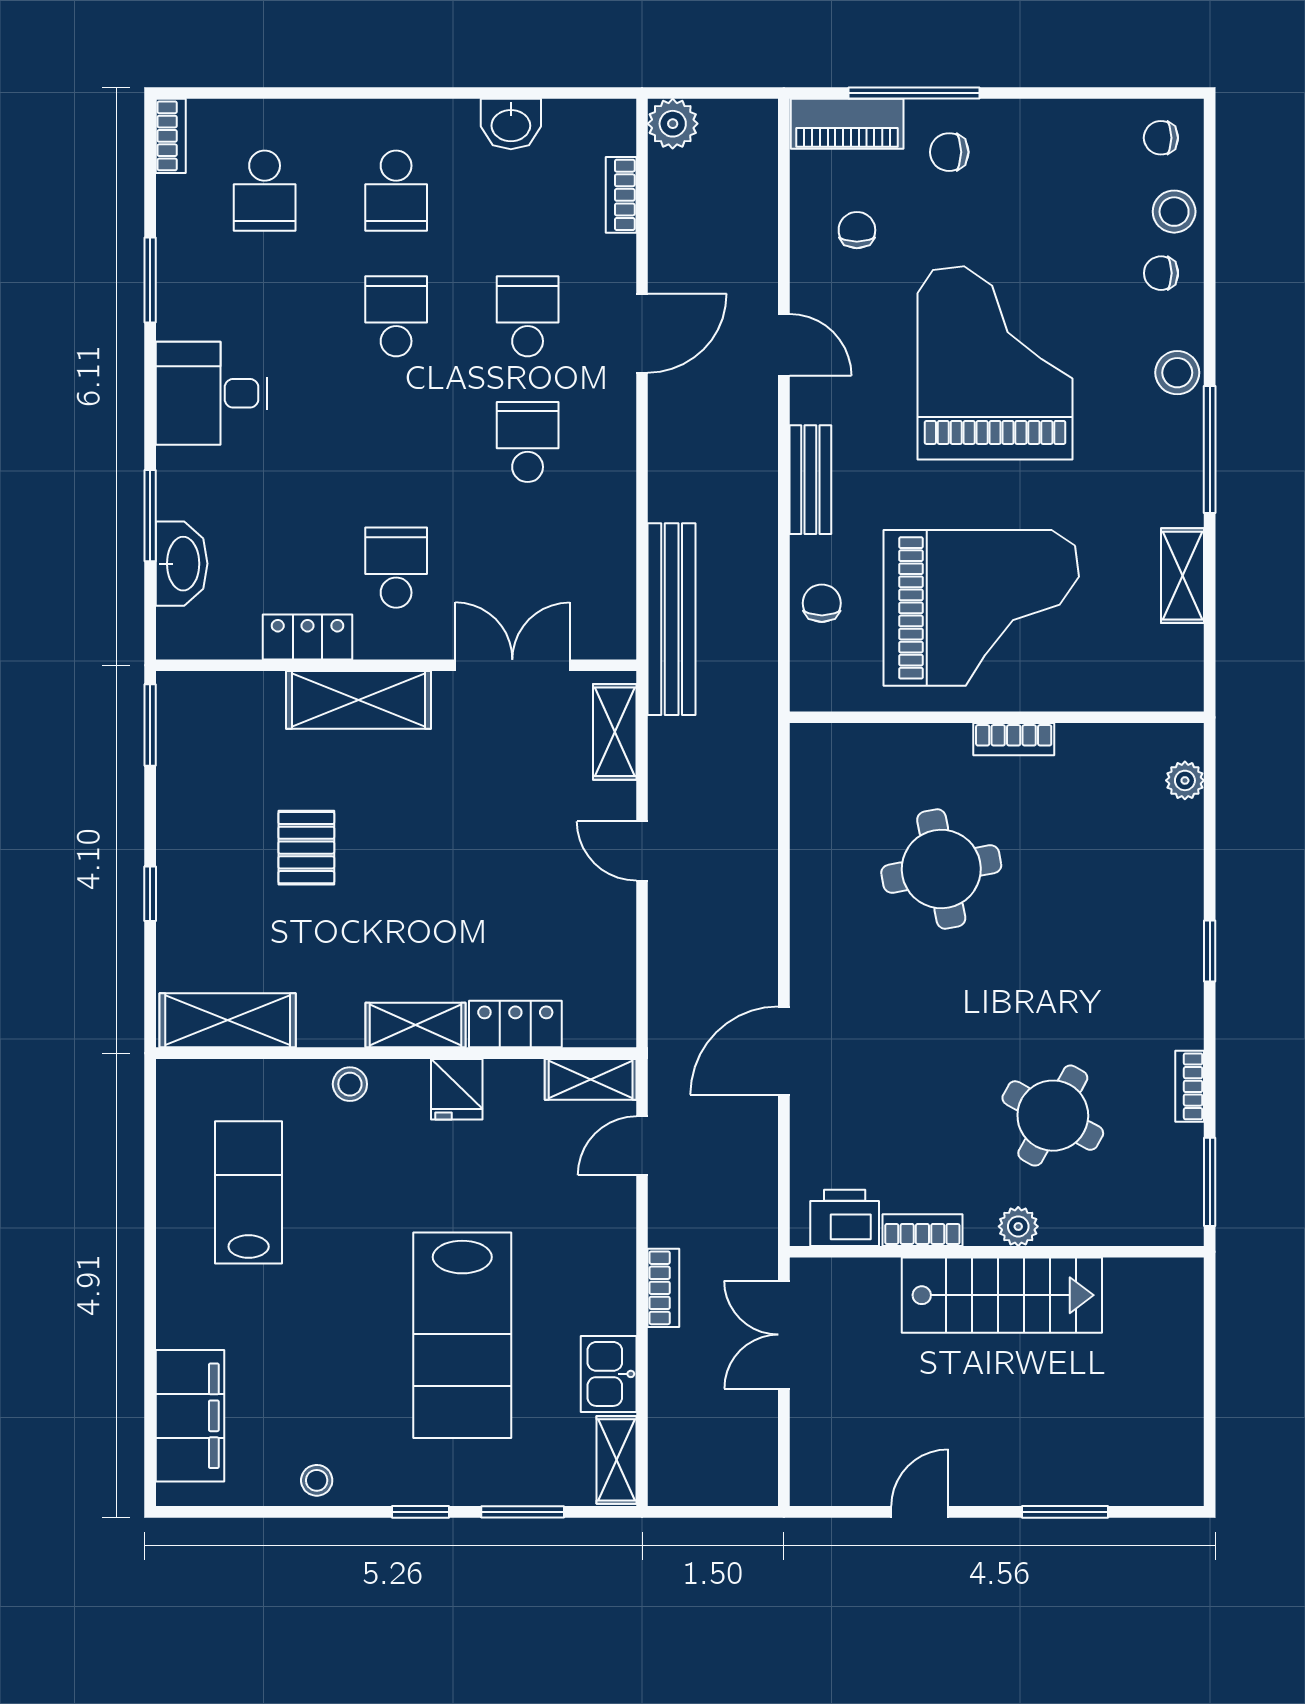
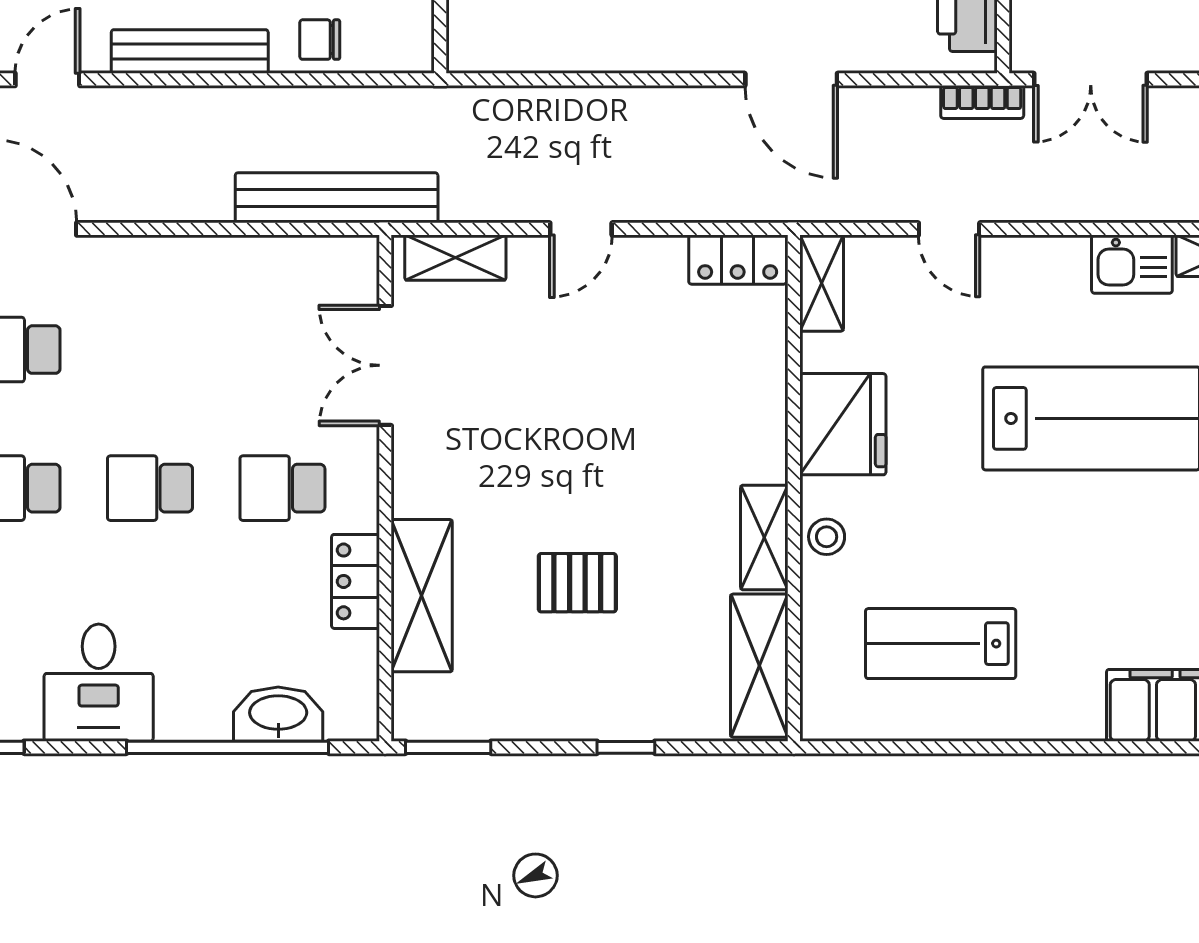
school desk: (528, 442) -> (150, 488), moved
bench: (810, 480) -> (190, 52), width x1.36
window: (150, 516) -> (228, 747), width x2.11
shelving: (358, 700) -> (422, 596), moved
locker: (515, 1024) -> (738, 260), moved, turned -90
shelving: (415, 1025) -> (764, 538), moved
fridge: (457, 1089) -> (843, 424), width x1.88, depth x1.34
door: (642, 1146) -> (949, 229), moved
bookcase: (663, 1288) -> (982, 102), moved, turned 180

